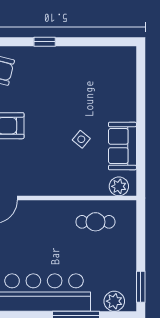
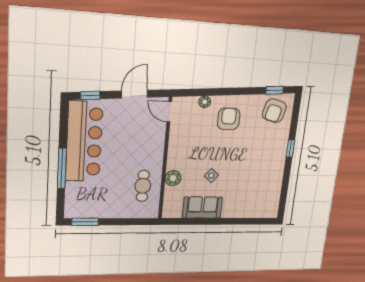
plant: (119, 186) -> (173, 178), moved
plant: (114, 301) -> (73, 200), removed

